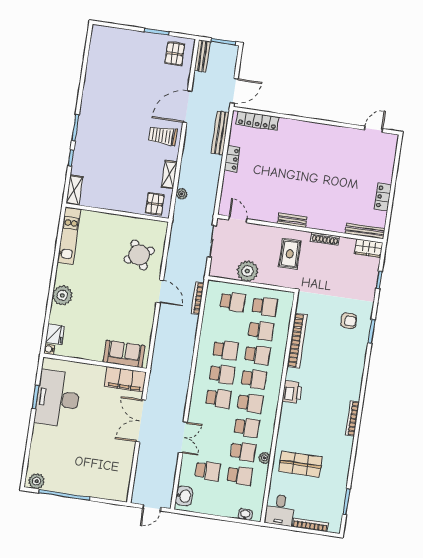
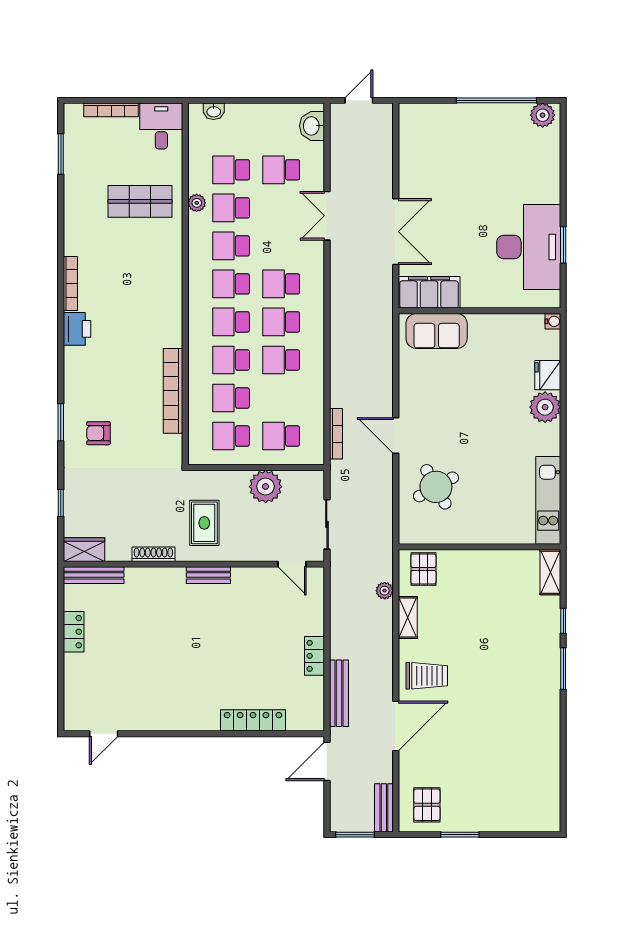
locker: (258, 121) -> (253, 720), moved
fridge: (55, 334) -> (548, 375), moved
printer: (292, 392) -> (77, 329), moved, turned 180

